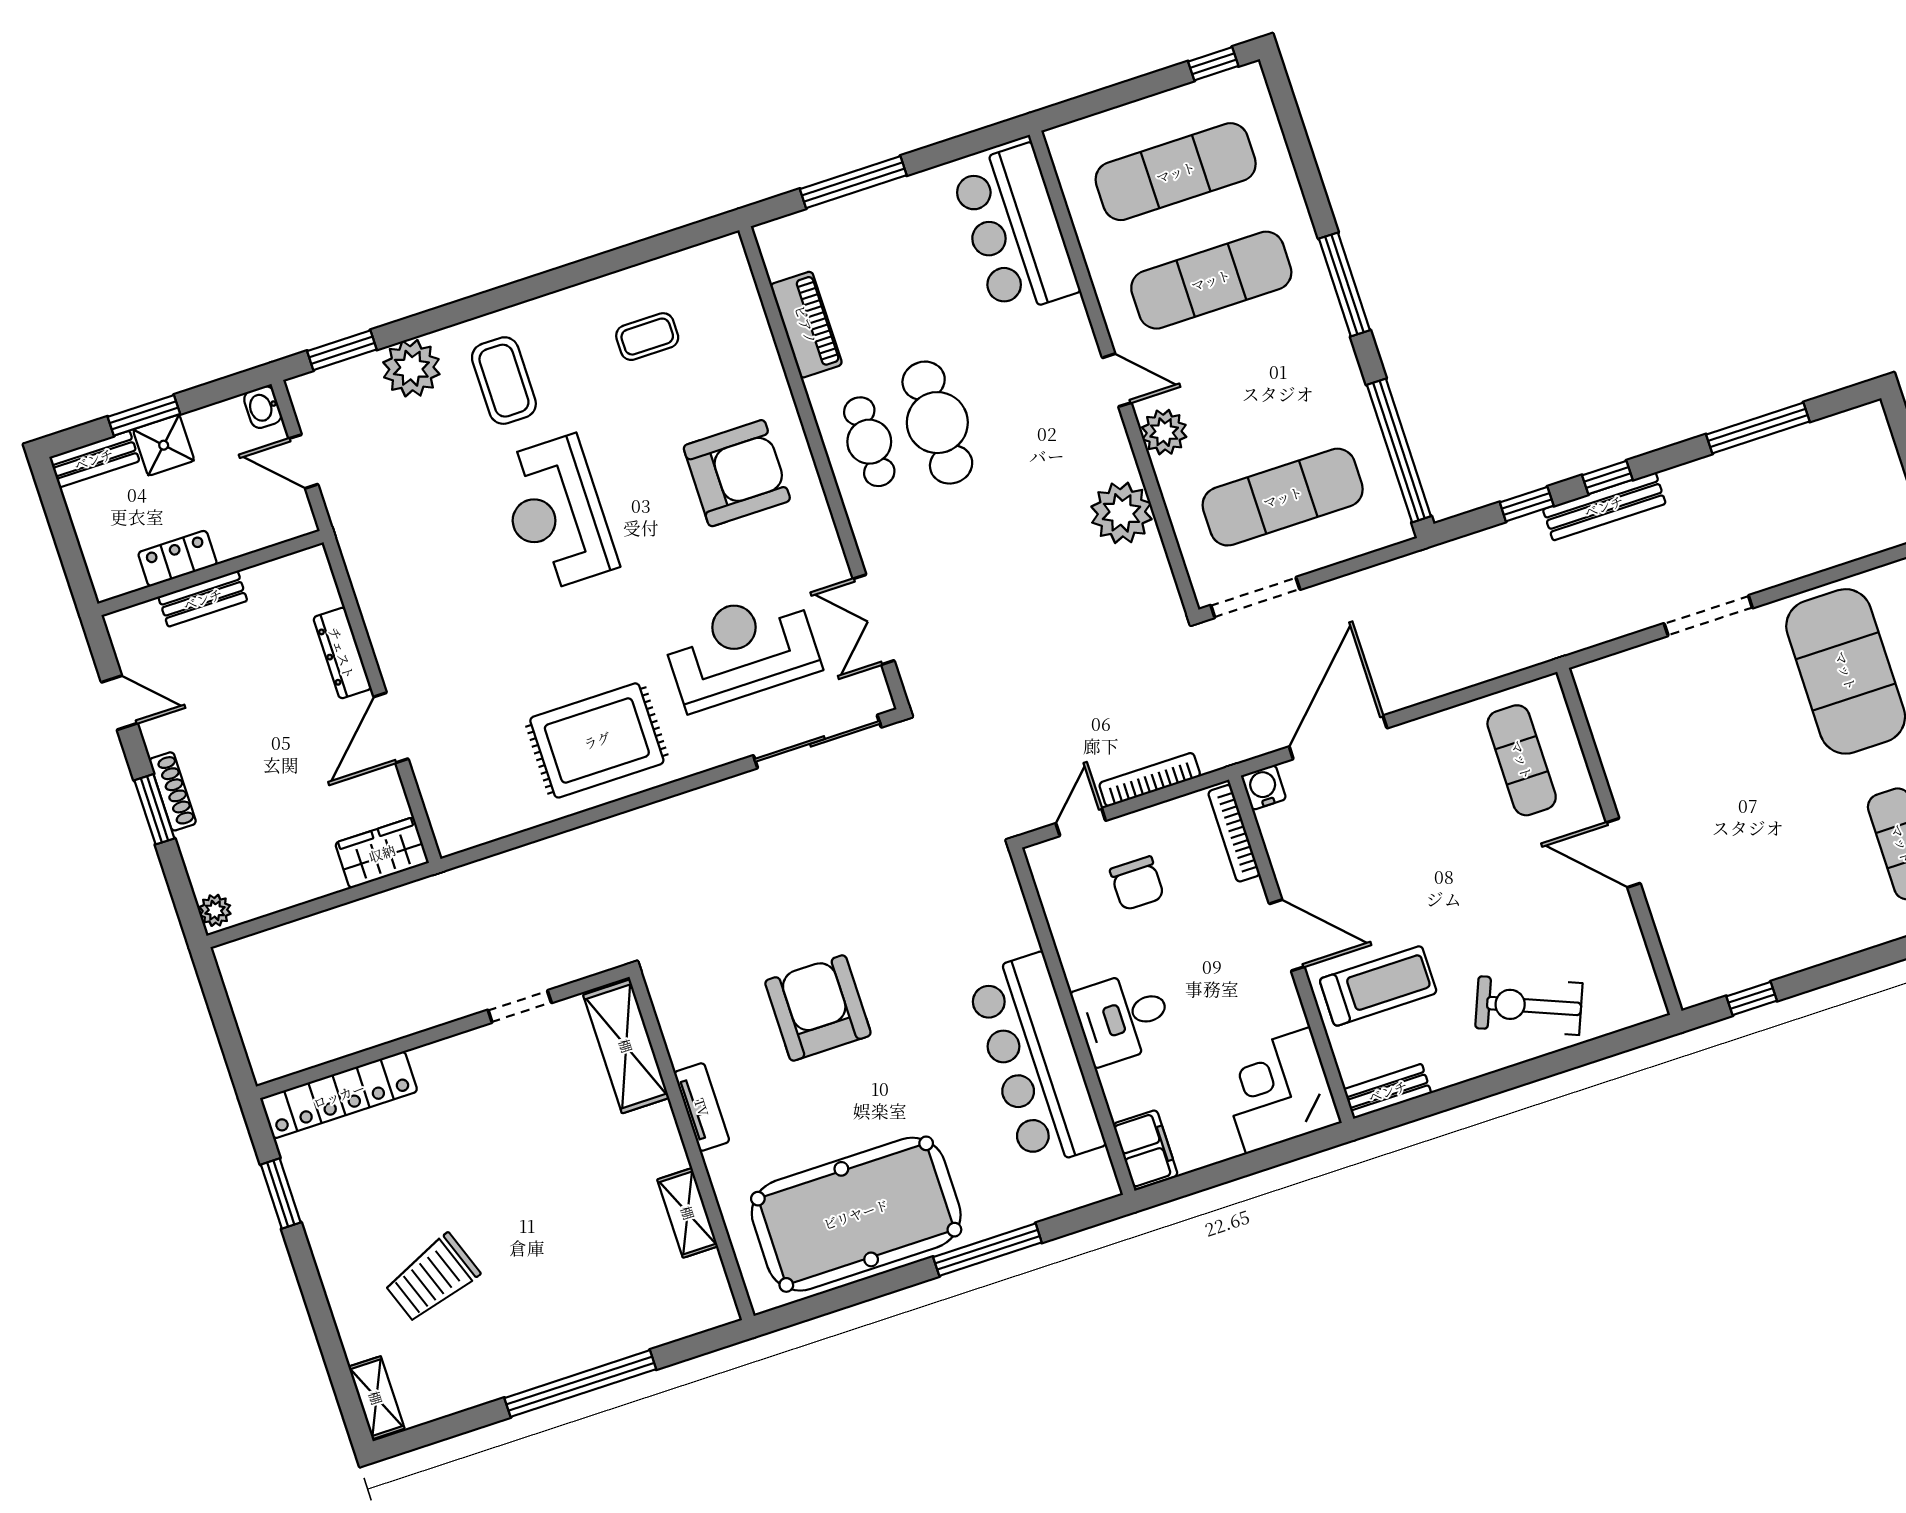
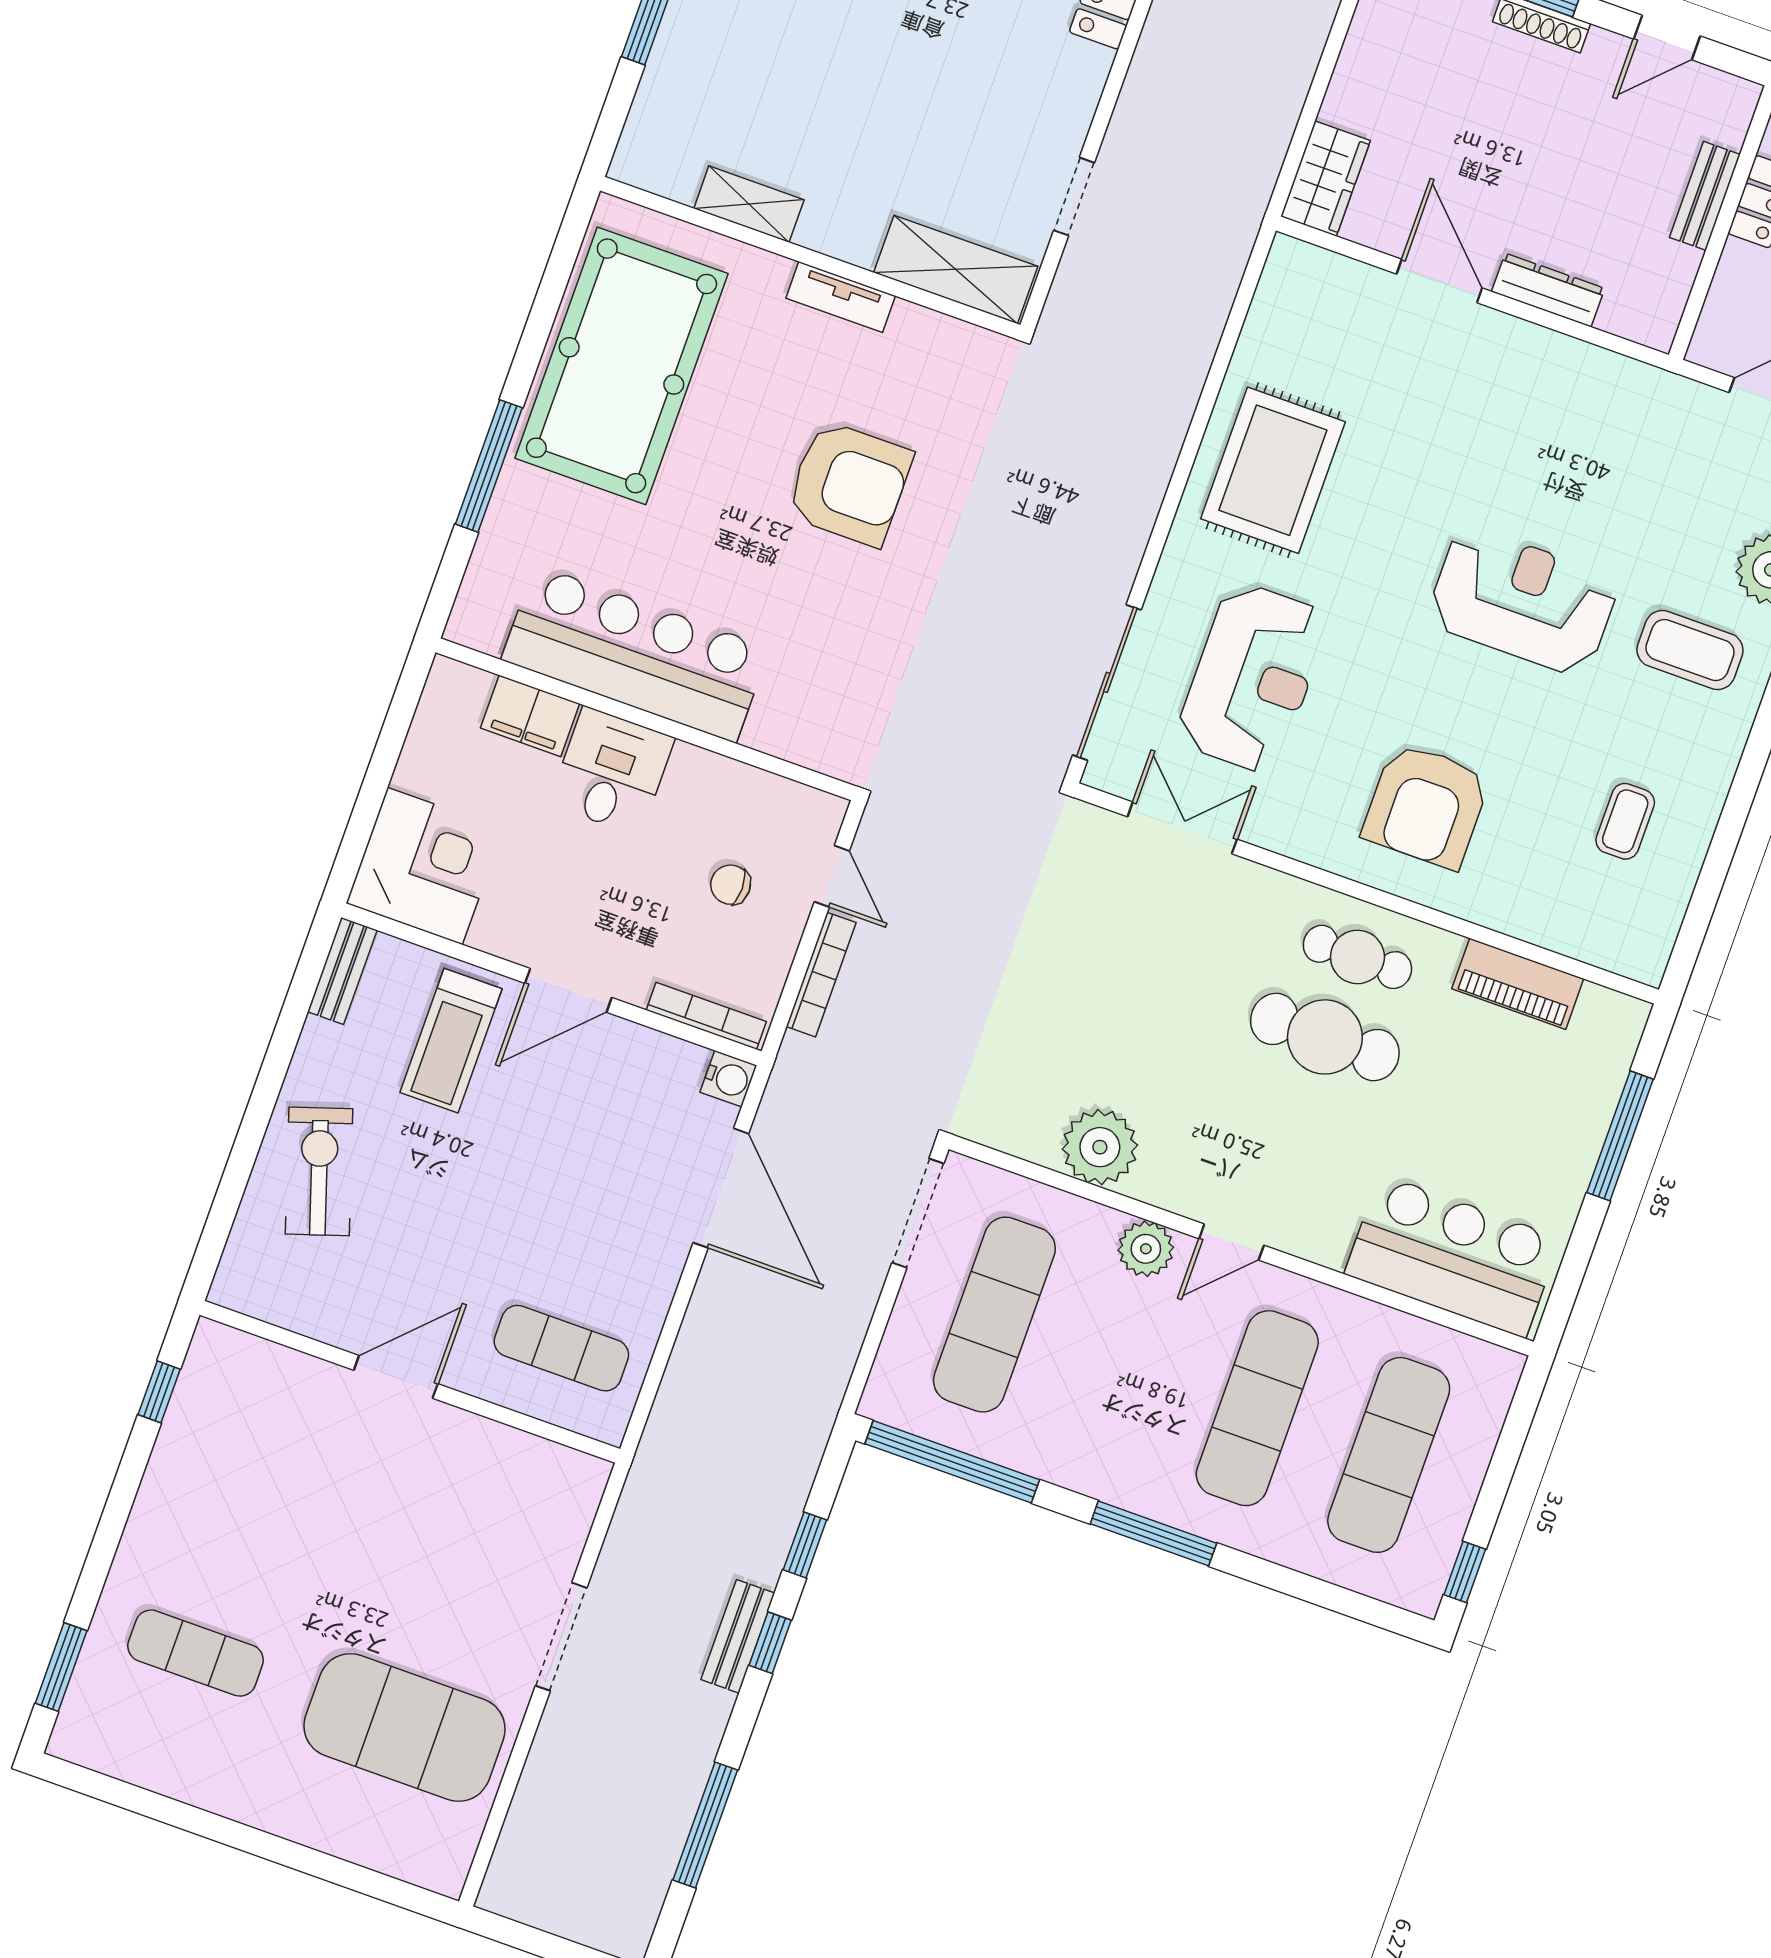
bench: (1604, 506) -> (738, 1636), width x0.73
chair: (1137, 883) -> (731, 885), width x0.73, depth x0.73
exercise bike: (1529, 1006) -> (319, 1171), turned -40
filing cabinet: (1145, 1150) -> (530, 716), moved

